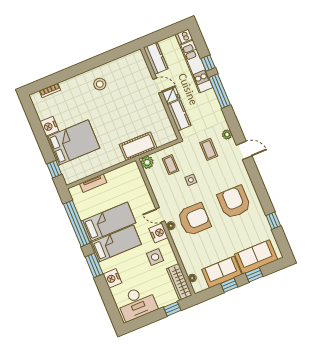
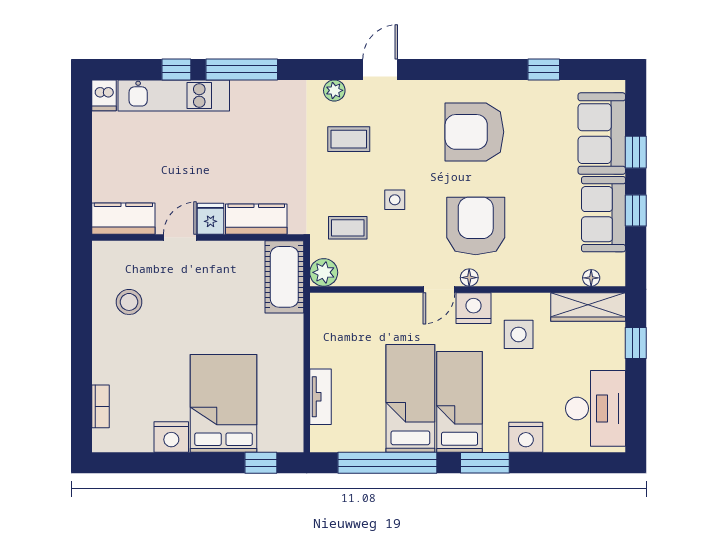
kitchen counter: (156, 58) -> (123, 219), moved
door: (158, 86) -> (180, 238), moved
wall: (161, 93) -> (198, 238), moved
fridge: (171, 95) -> (211, 219), moved
kitchen counter: (179, 115) -> (256, 219), moved

